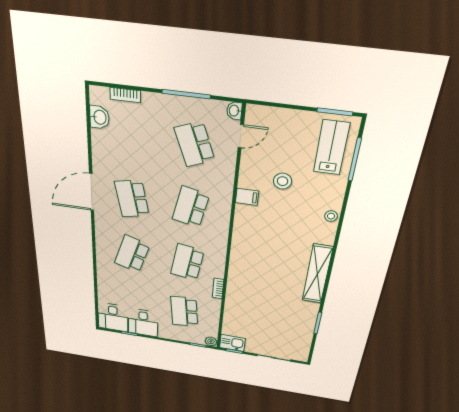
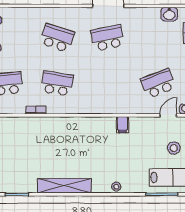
door: (241, 136) -> (168, 115), swing flipped
stool: (283, 181) -> (174, 148), moved
school desk: (191, 207) -> (108, 83), removed

